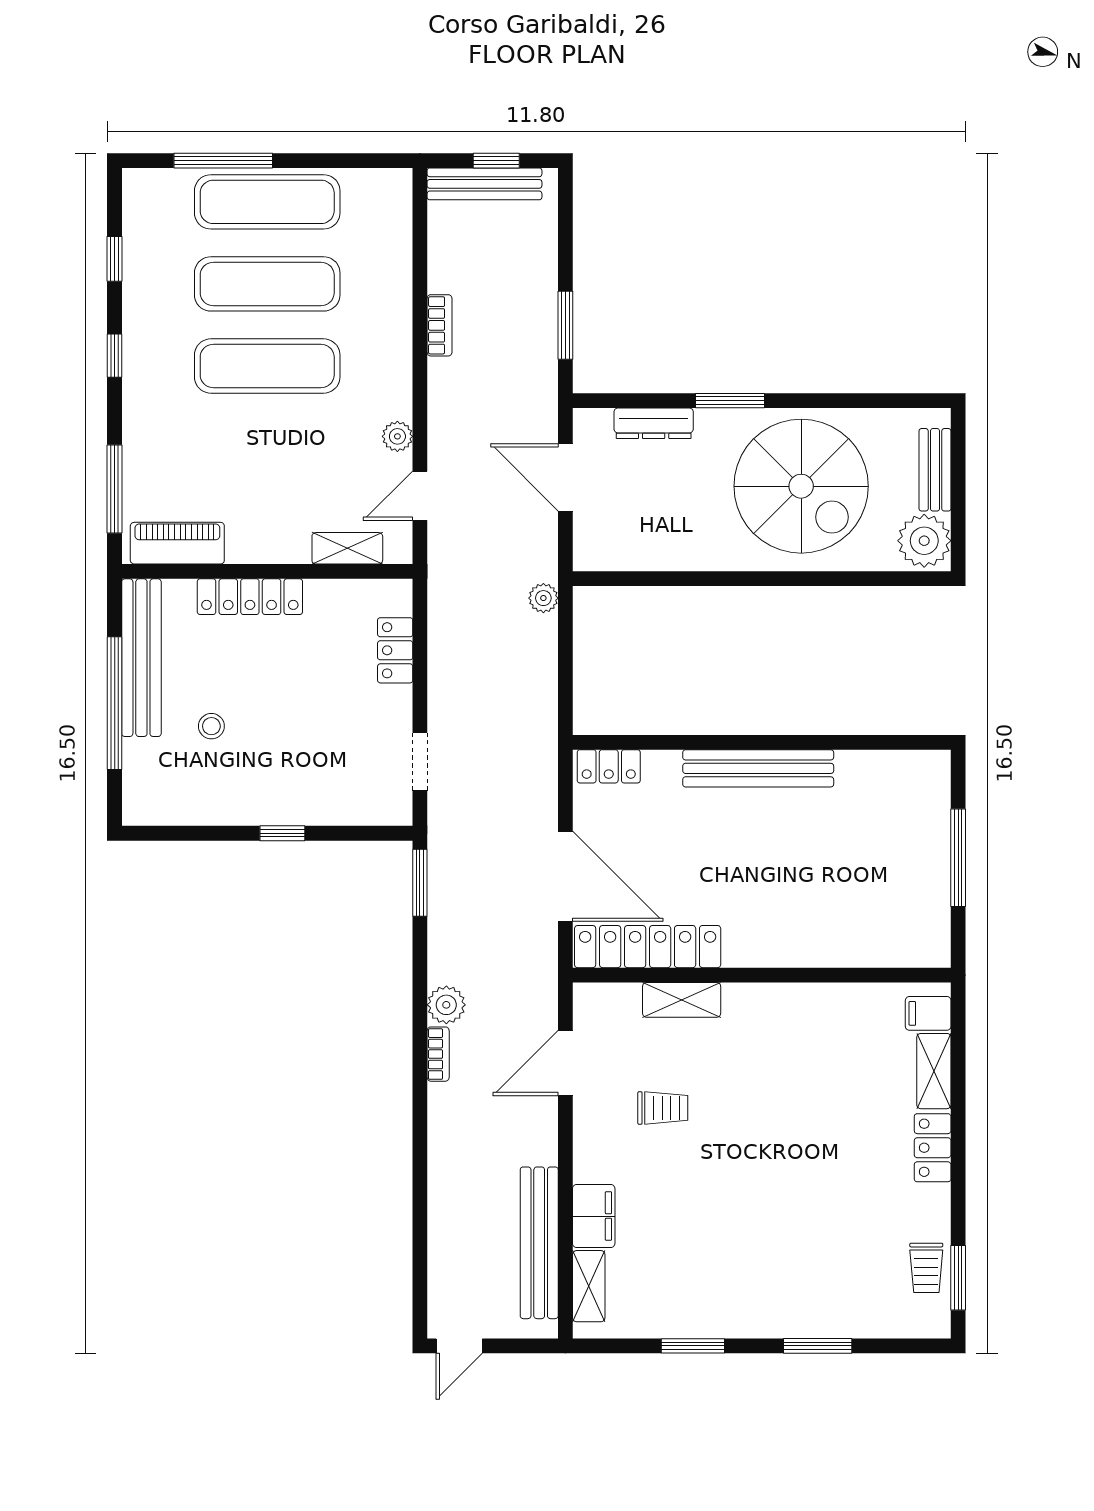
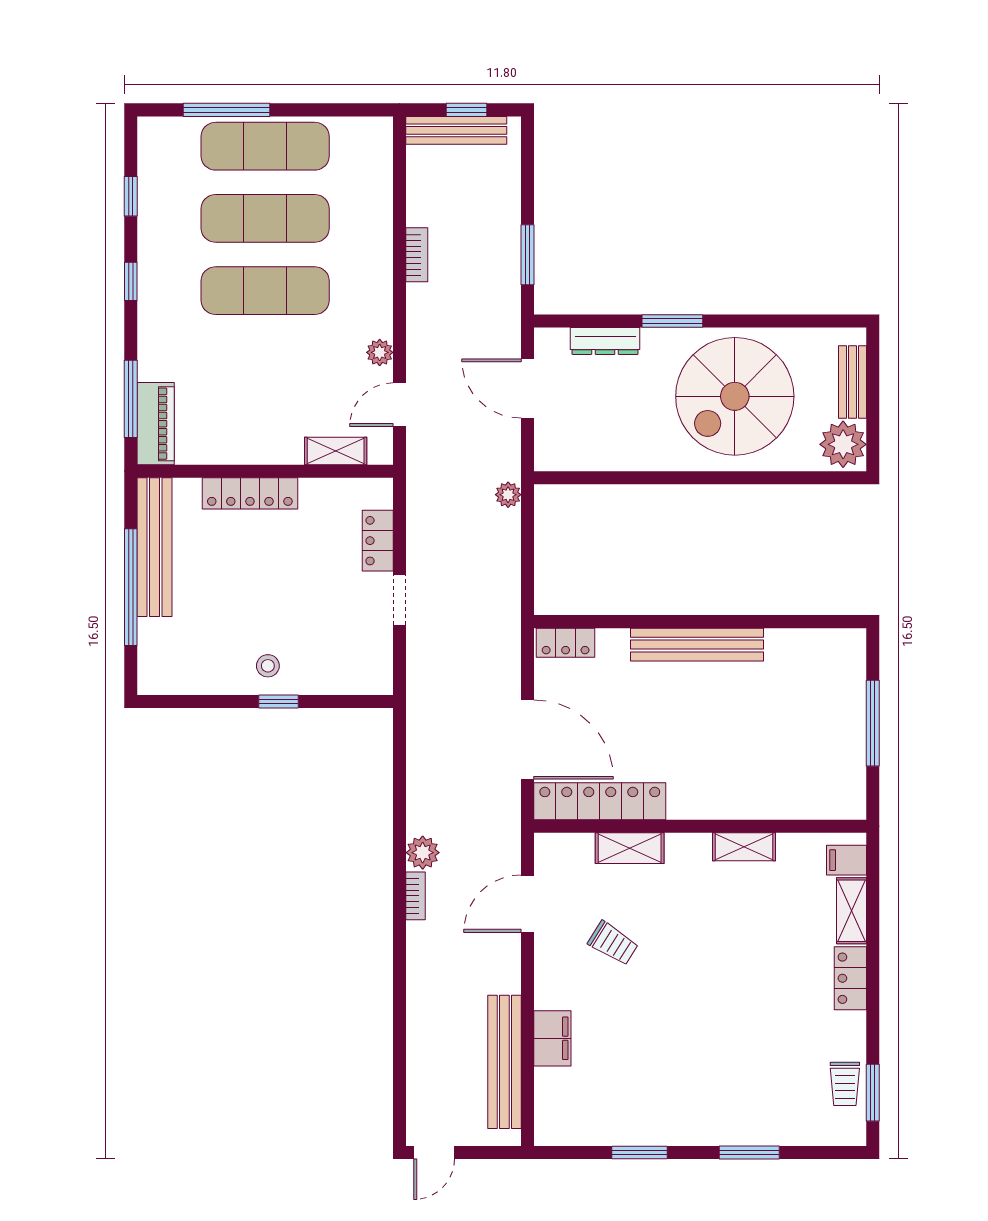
spiral stairs: (801, 486) -> (735, 396), turned 90
piano: (177, 543) -> (156, 424), moved, turned 90
stool: (211, 726) -> (268, 666), moved
doorway: (420, 762) -> (399, 600), moved
window: (420, 883) -> (399, 745), removed
trolley: (663, 1108) -> (613, 943), turned 32
shelving: (589, 1286) -> (744, 847), moved, turned 90

